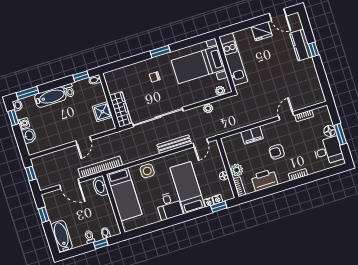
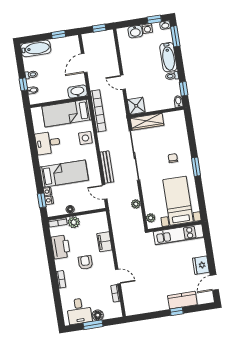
shower: (102, 112) -> (136, 106), moved
bookcase: (100, 167) -> (98, 111), moved
desk: (169, 206) -> (48, 143), moved

